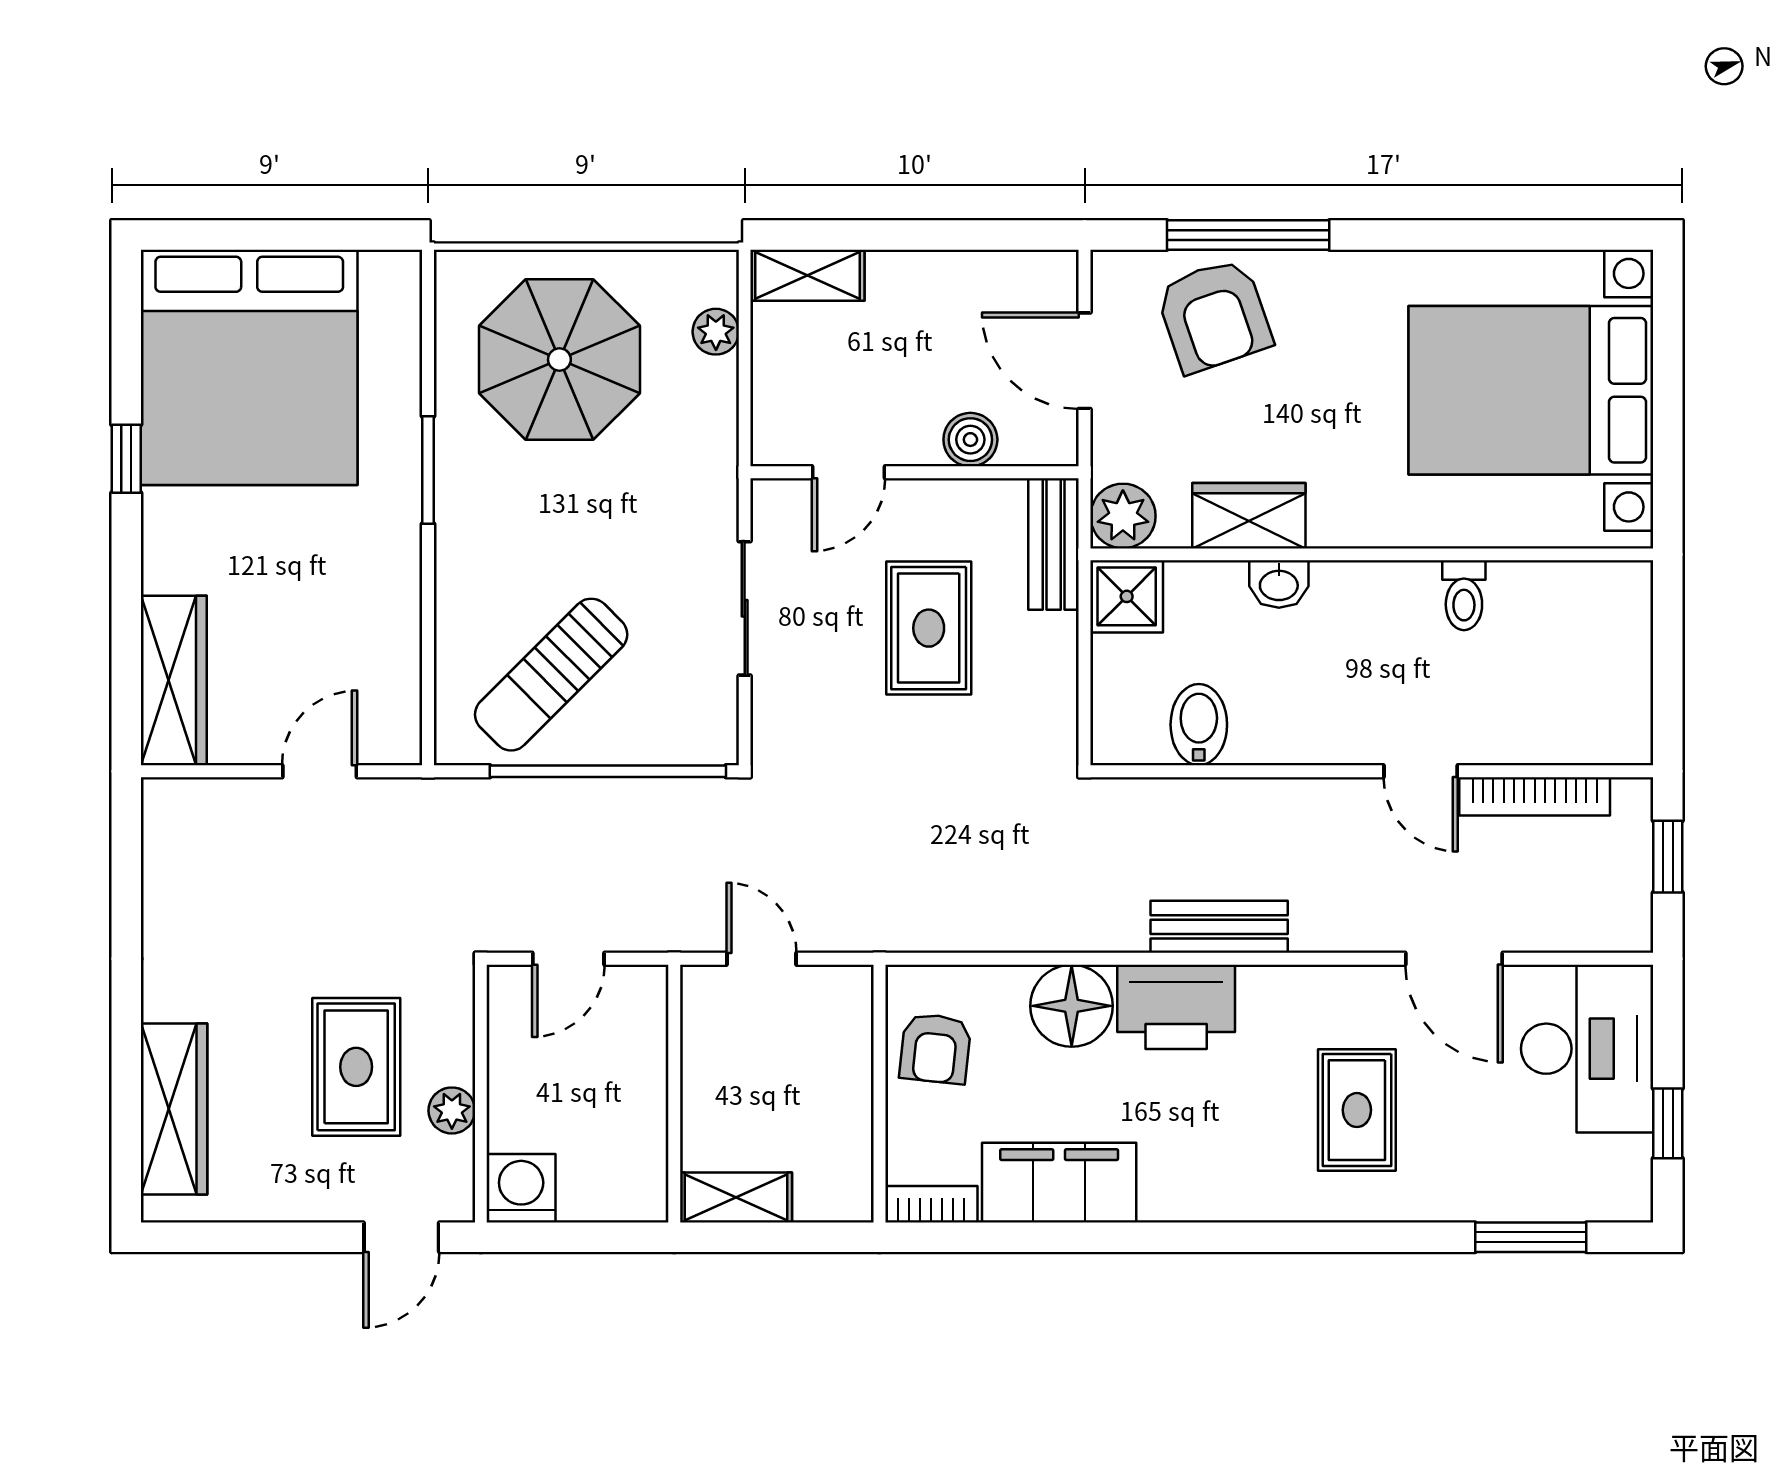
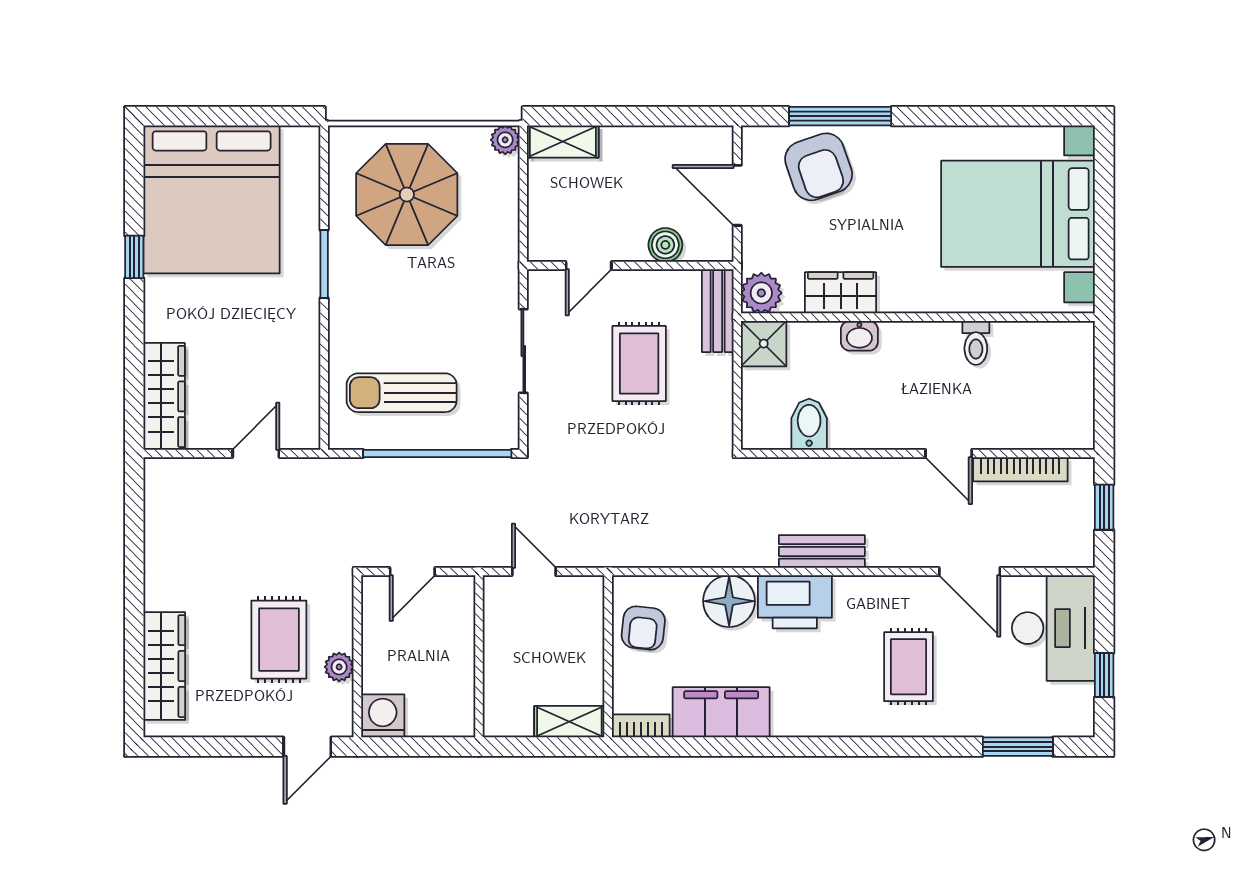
plant: (716, 332) -> (505, 140), moved
sun lounger: (551, 675) -> (402, 393), turned 45
shelving: (736, 1197) -> (569, 722), moved

